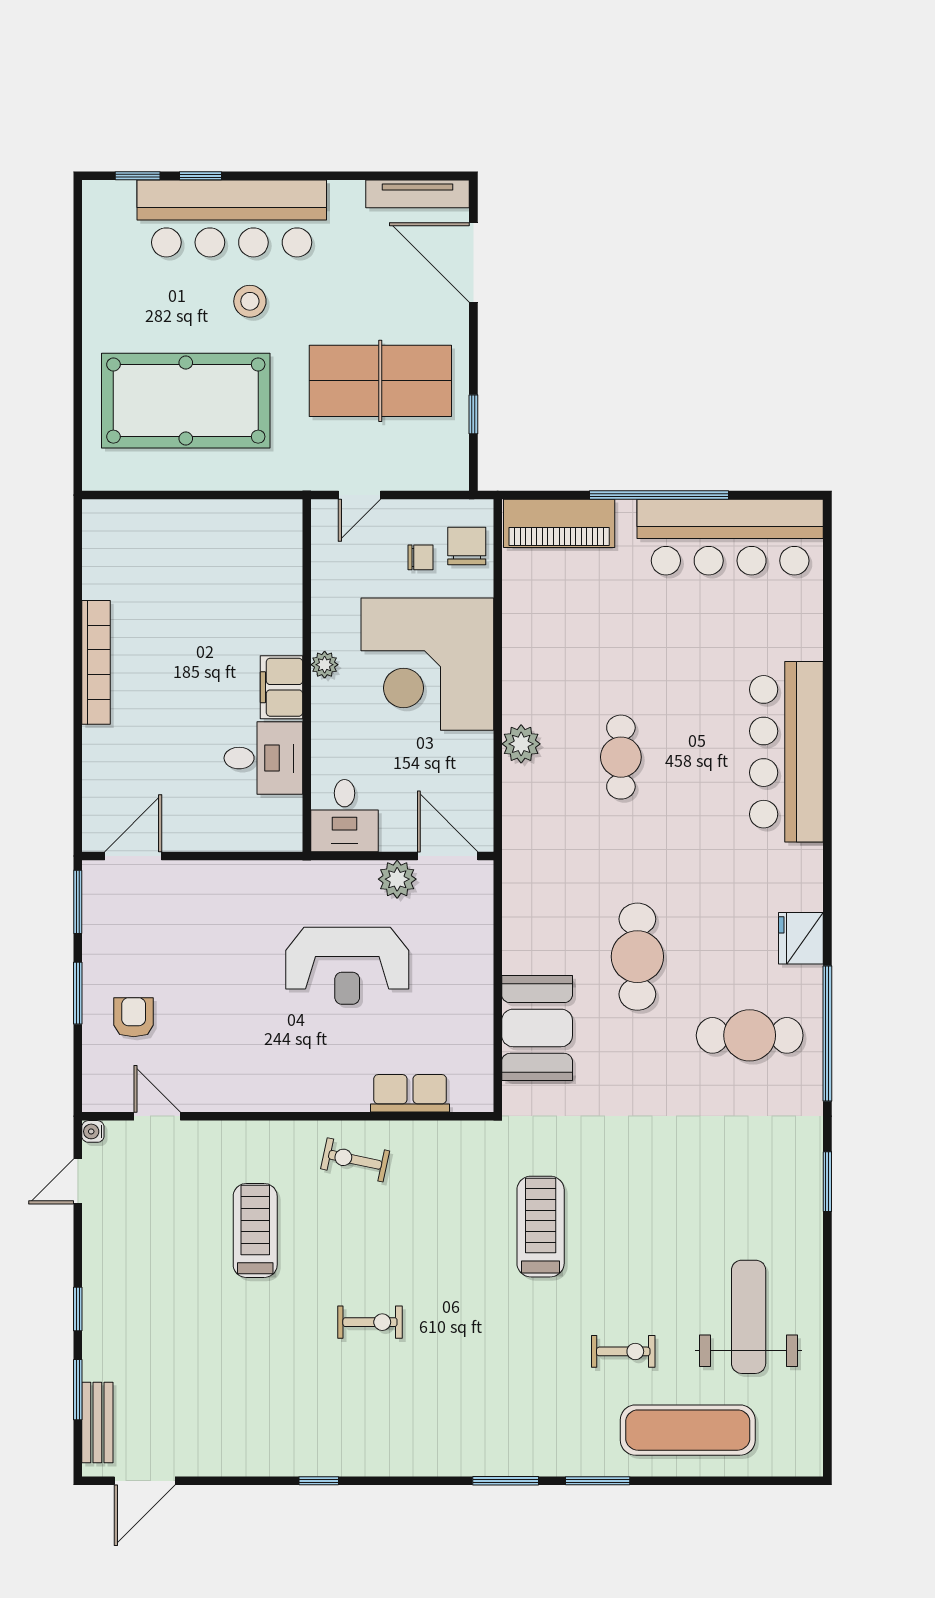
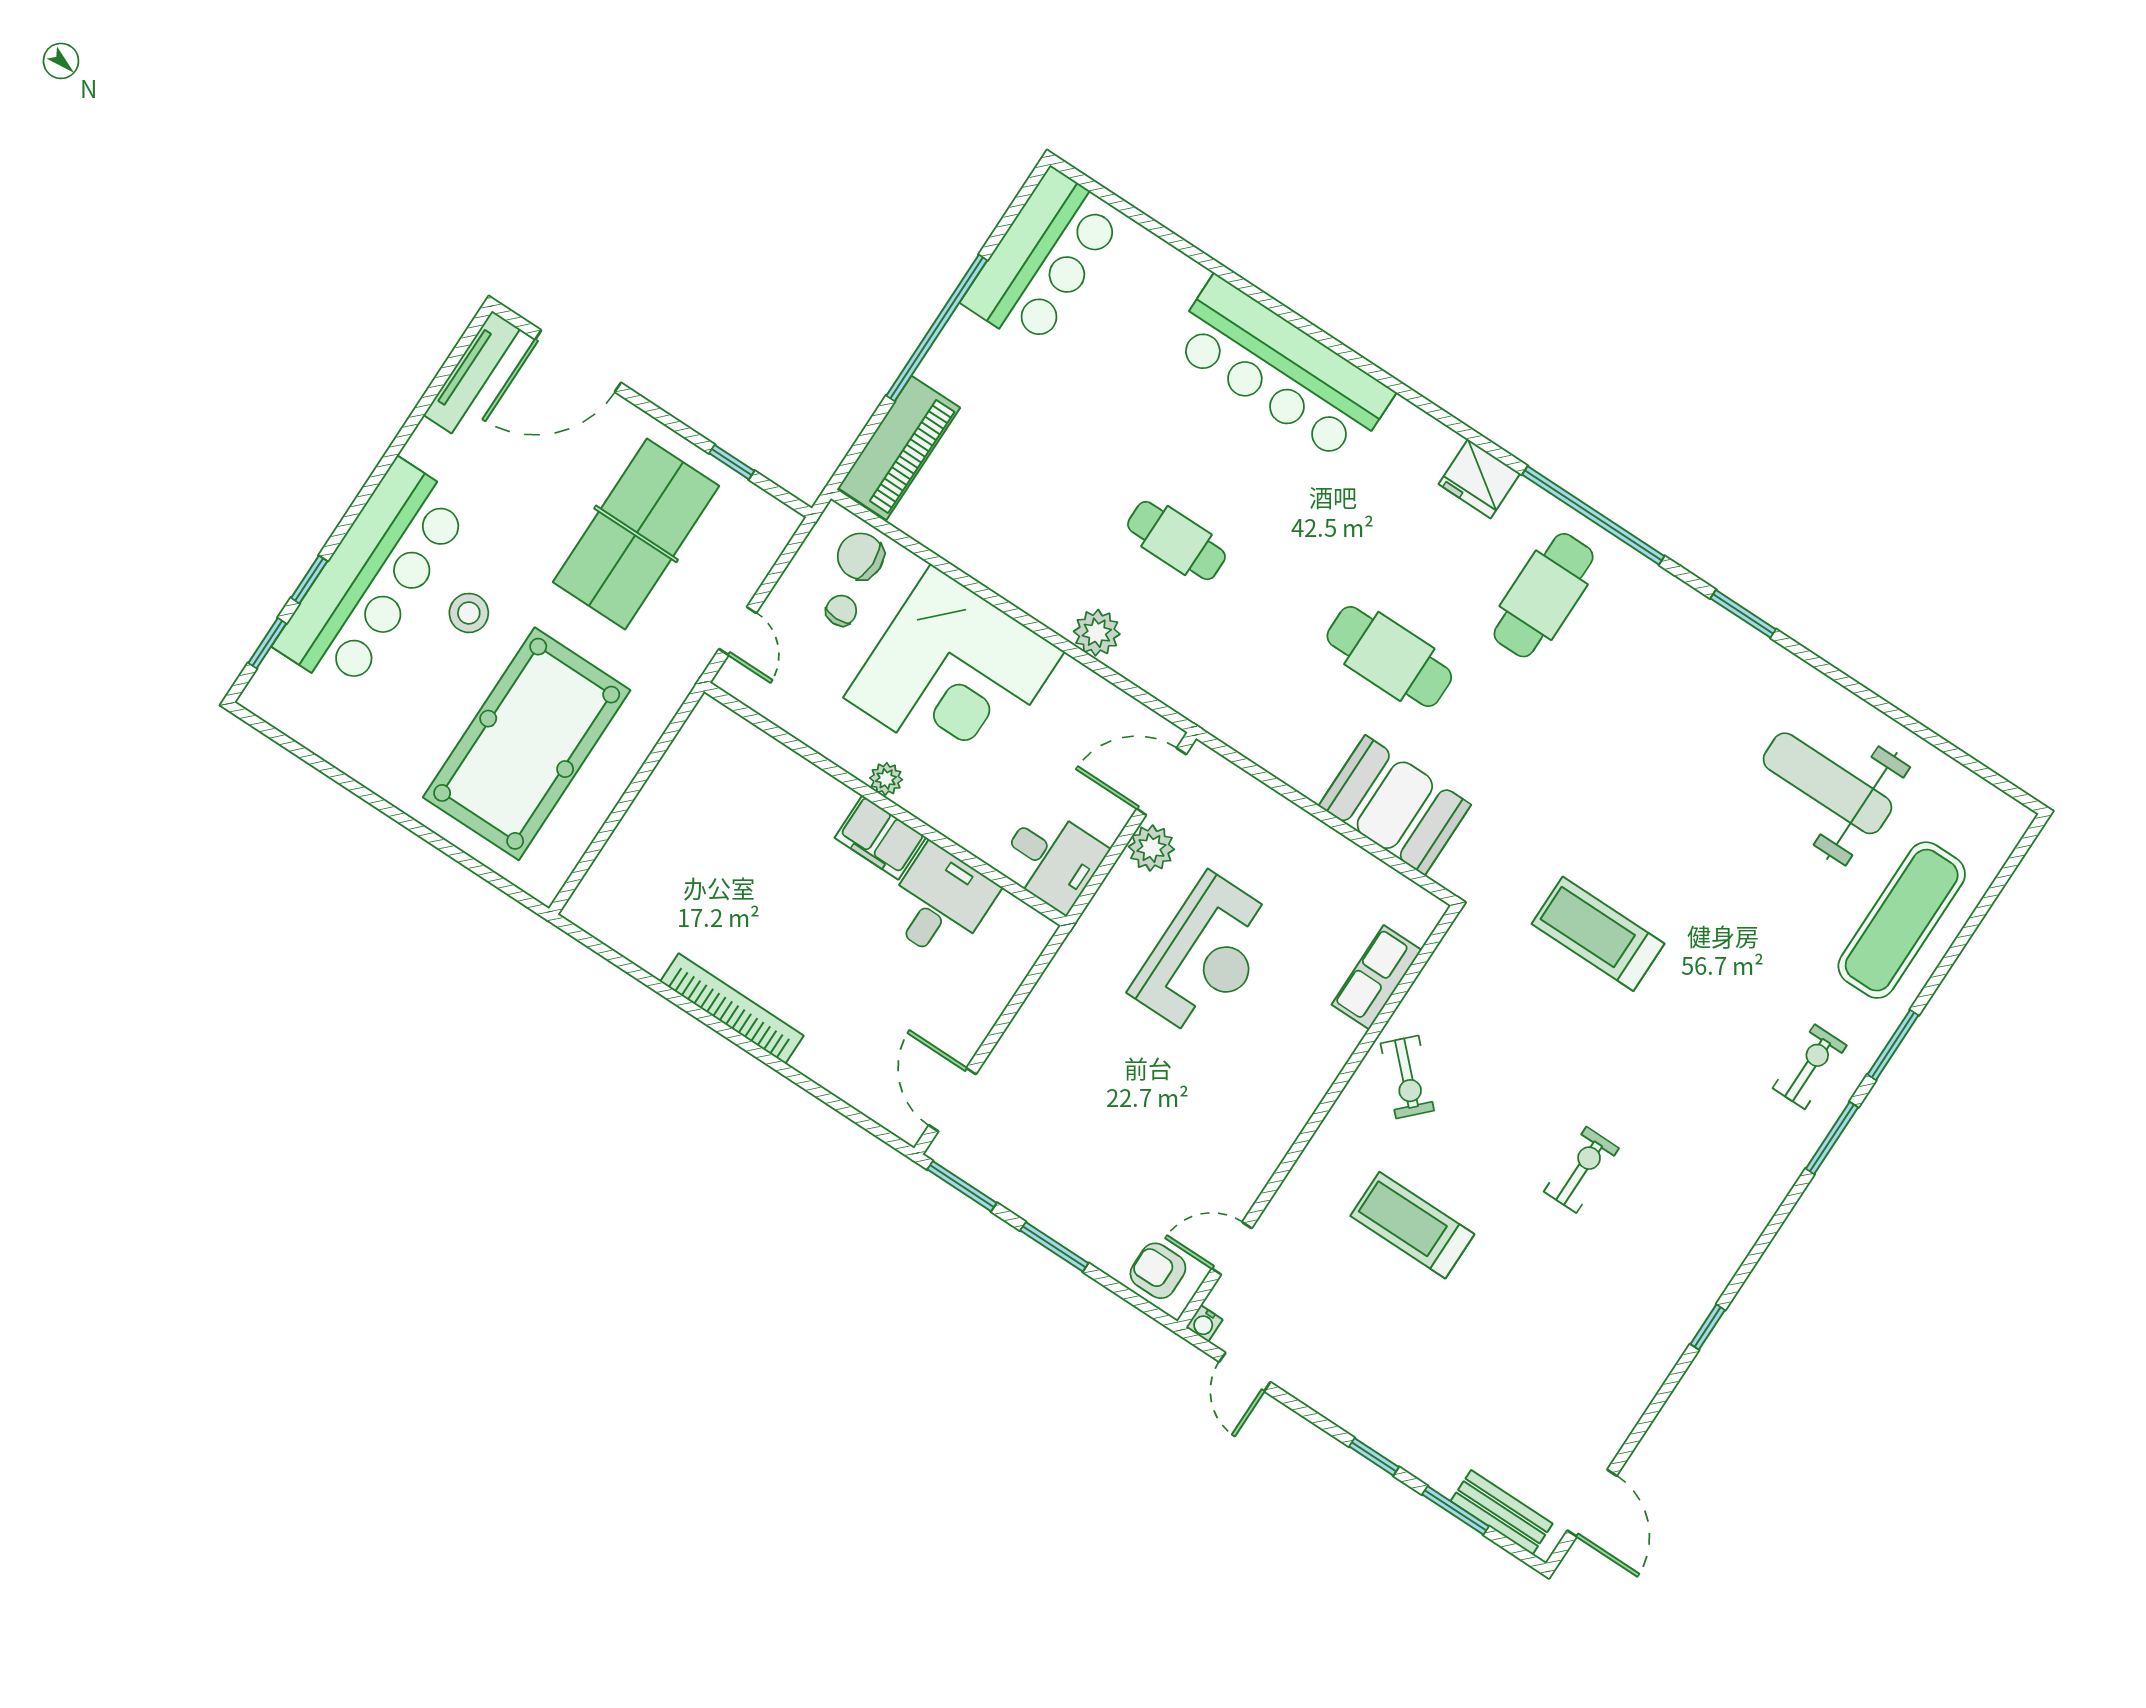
bar counter: (730, 537) -> (1043, 259), width x0.73
armchair: (134, 1017) -> (1158, 1271), moved
exercise bike: (355, 1160) -> (1407, 1077), turned -57
exercise bike: (623, 1351) -> (1810, 1067), moved

